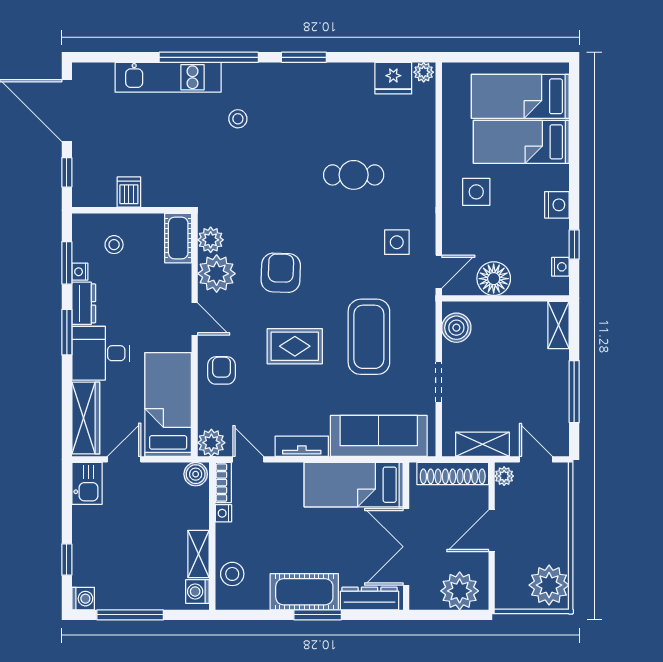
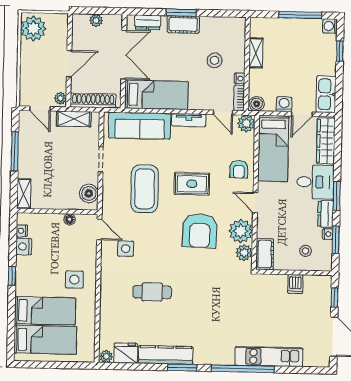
kitchen counter: (330, 76) -> (166, 355), added
stool: (238, 119) -> (225, 329), removed
nightstand: (557, 205) -> (24, 246), moved
window: (574, 245) -> (12, 276), moved
door: (439, 272) -> (99, 229), swing flipped
armchair: (281, 273) -> (200, 231), width x1.36, depth x1.36
floor lamp: (494, 279) -> (70, 219), width x0.53, depth x0.53
kitchen sink: (87, 483) -> (326, 94), width x1.38
stool: (232, 574) -> (215, 60), moved
plant: (460, 591) -> (96, 20), width x0.53, depth x0.53
washing machine: (197, 592) -> (284, 104), moved, turned -90
cot: (304, 592) -> (183, 24), width x0.73, depth x0.75
dresser: (370, 599) -> (148, 22), width x0.70

